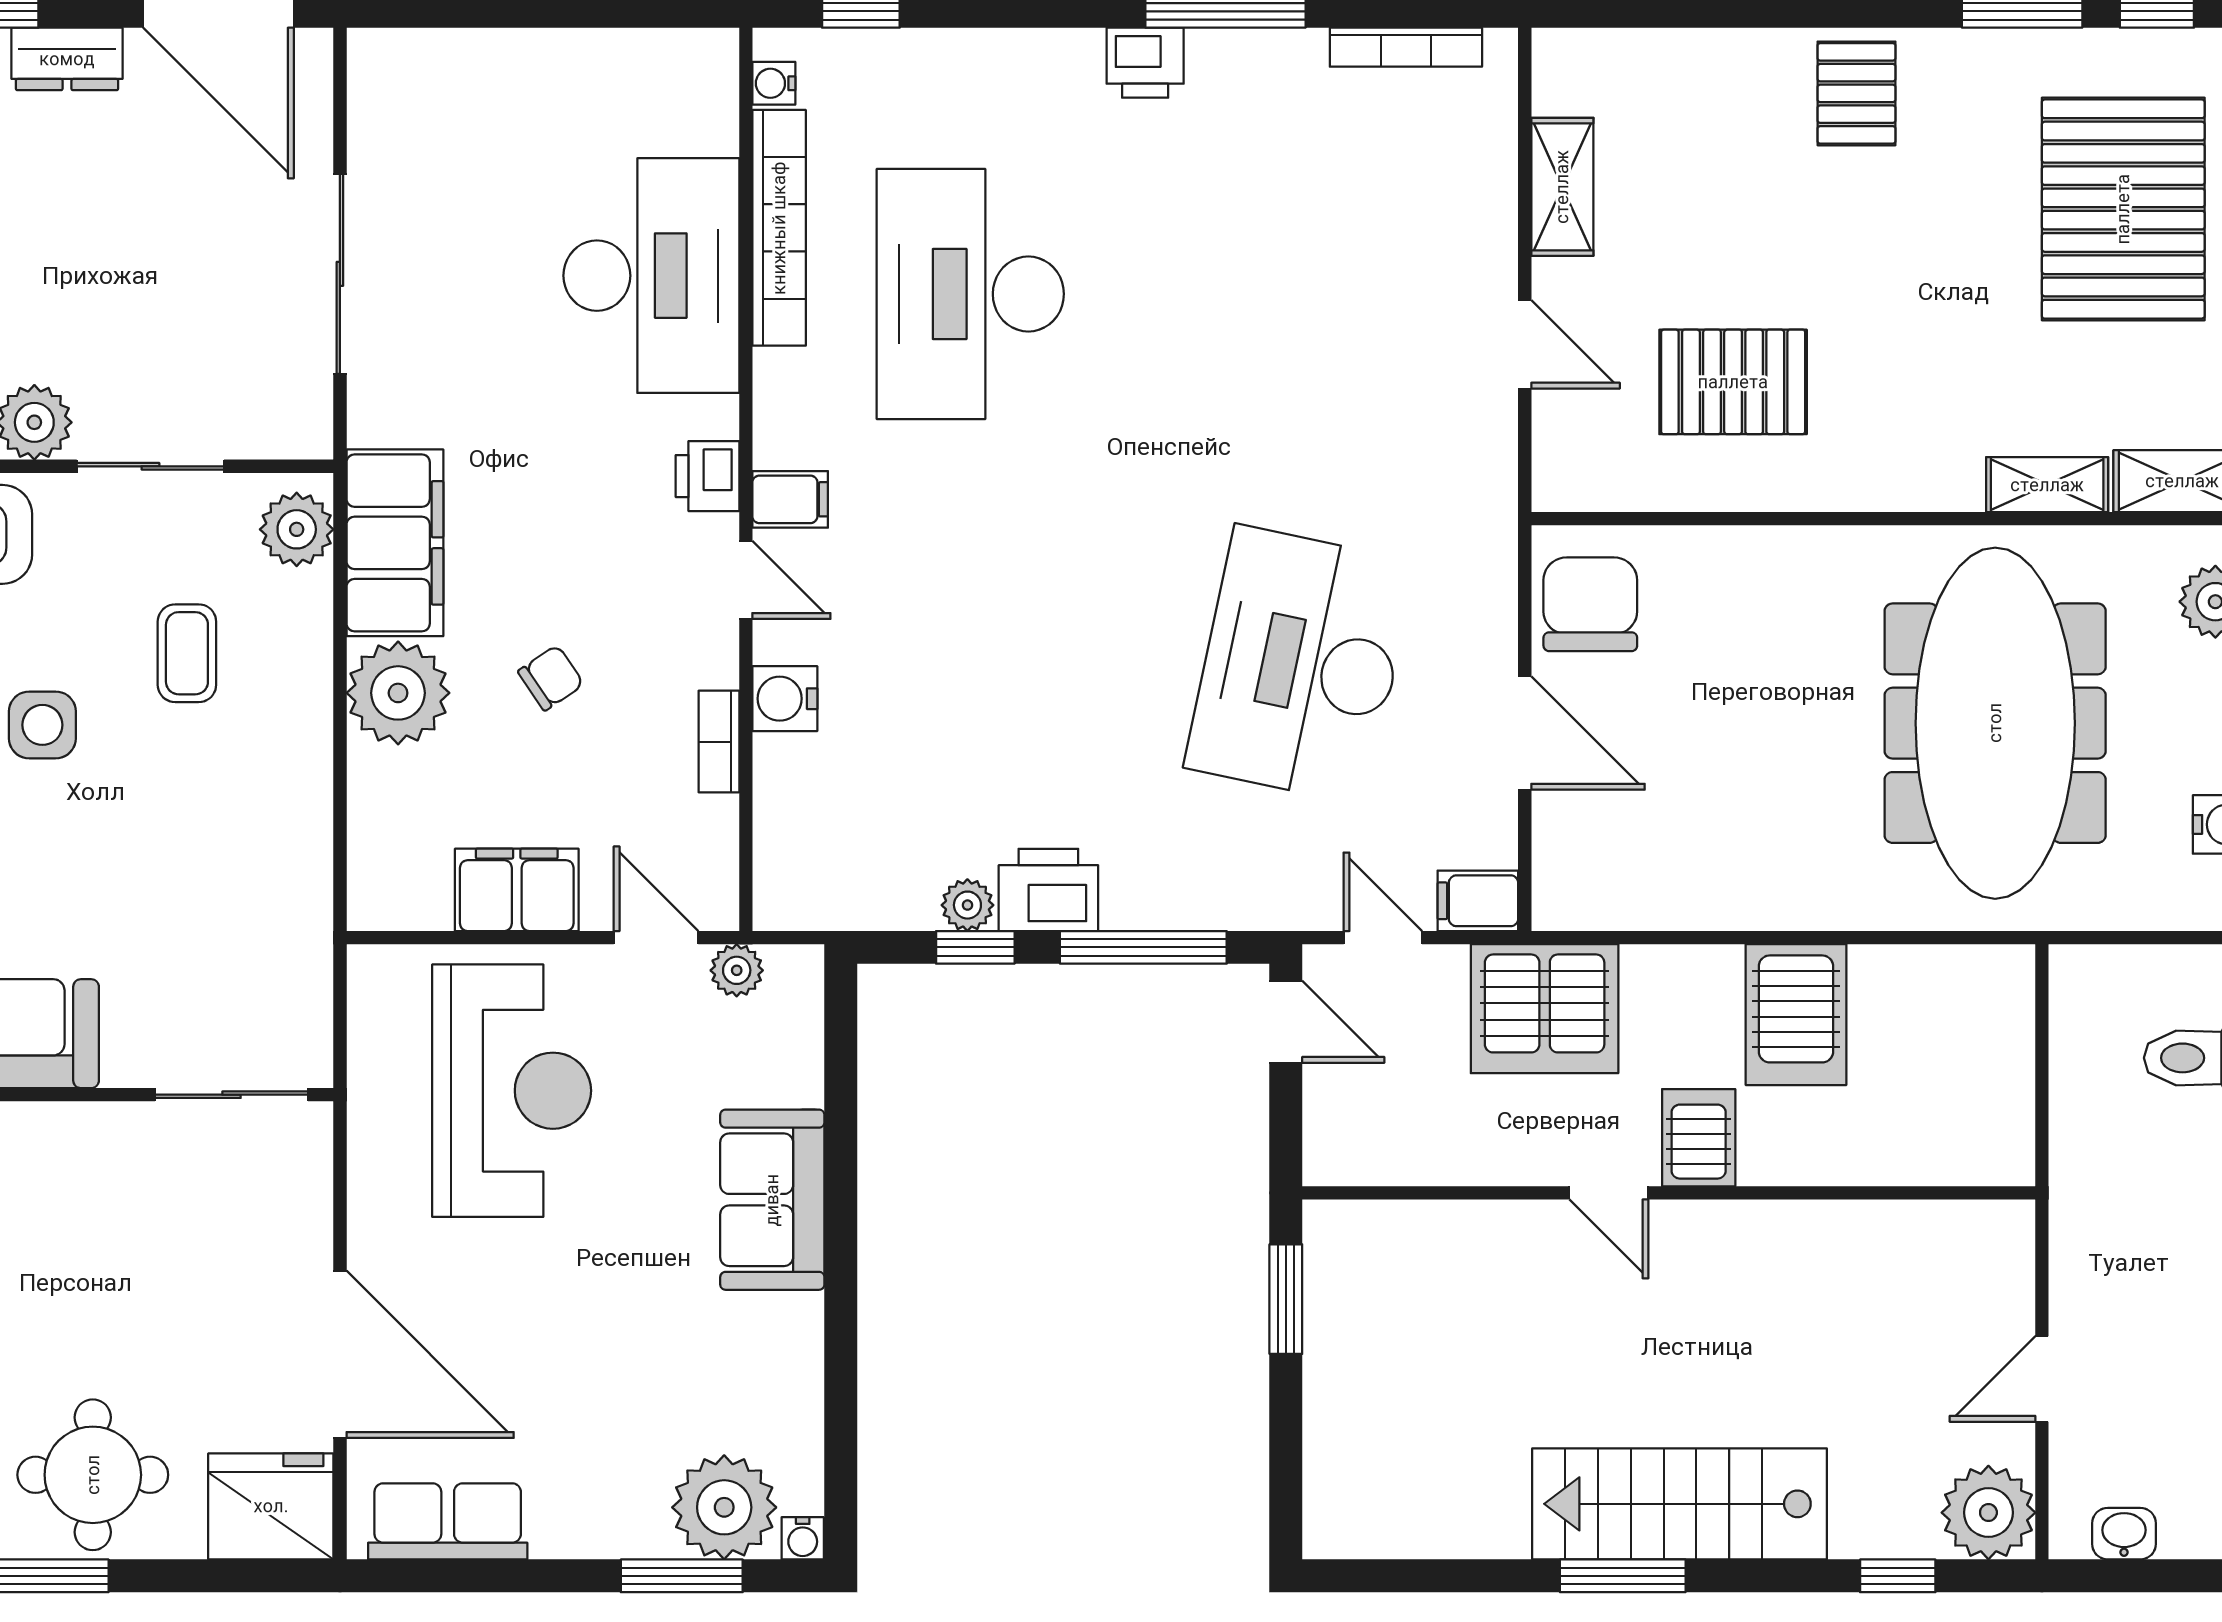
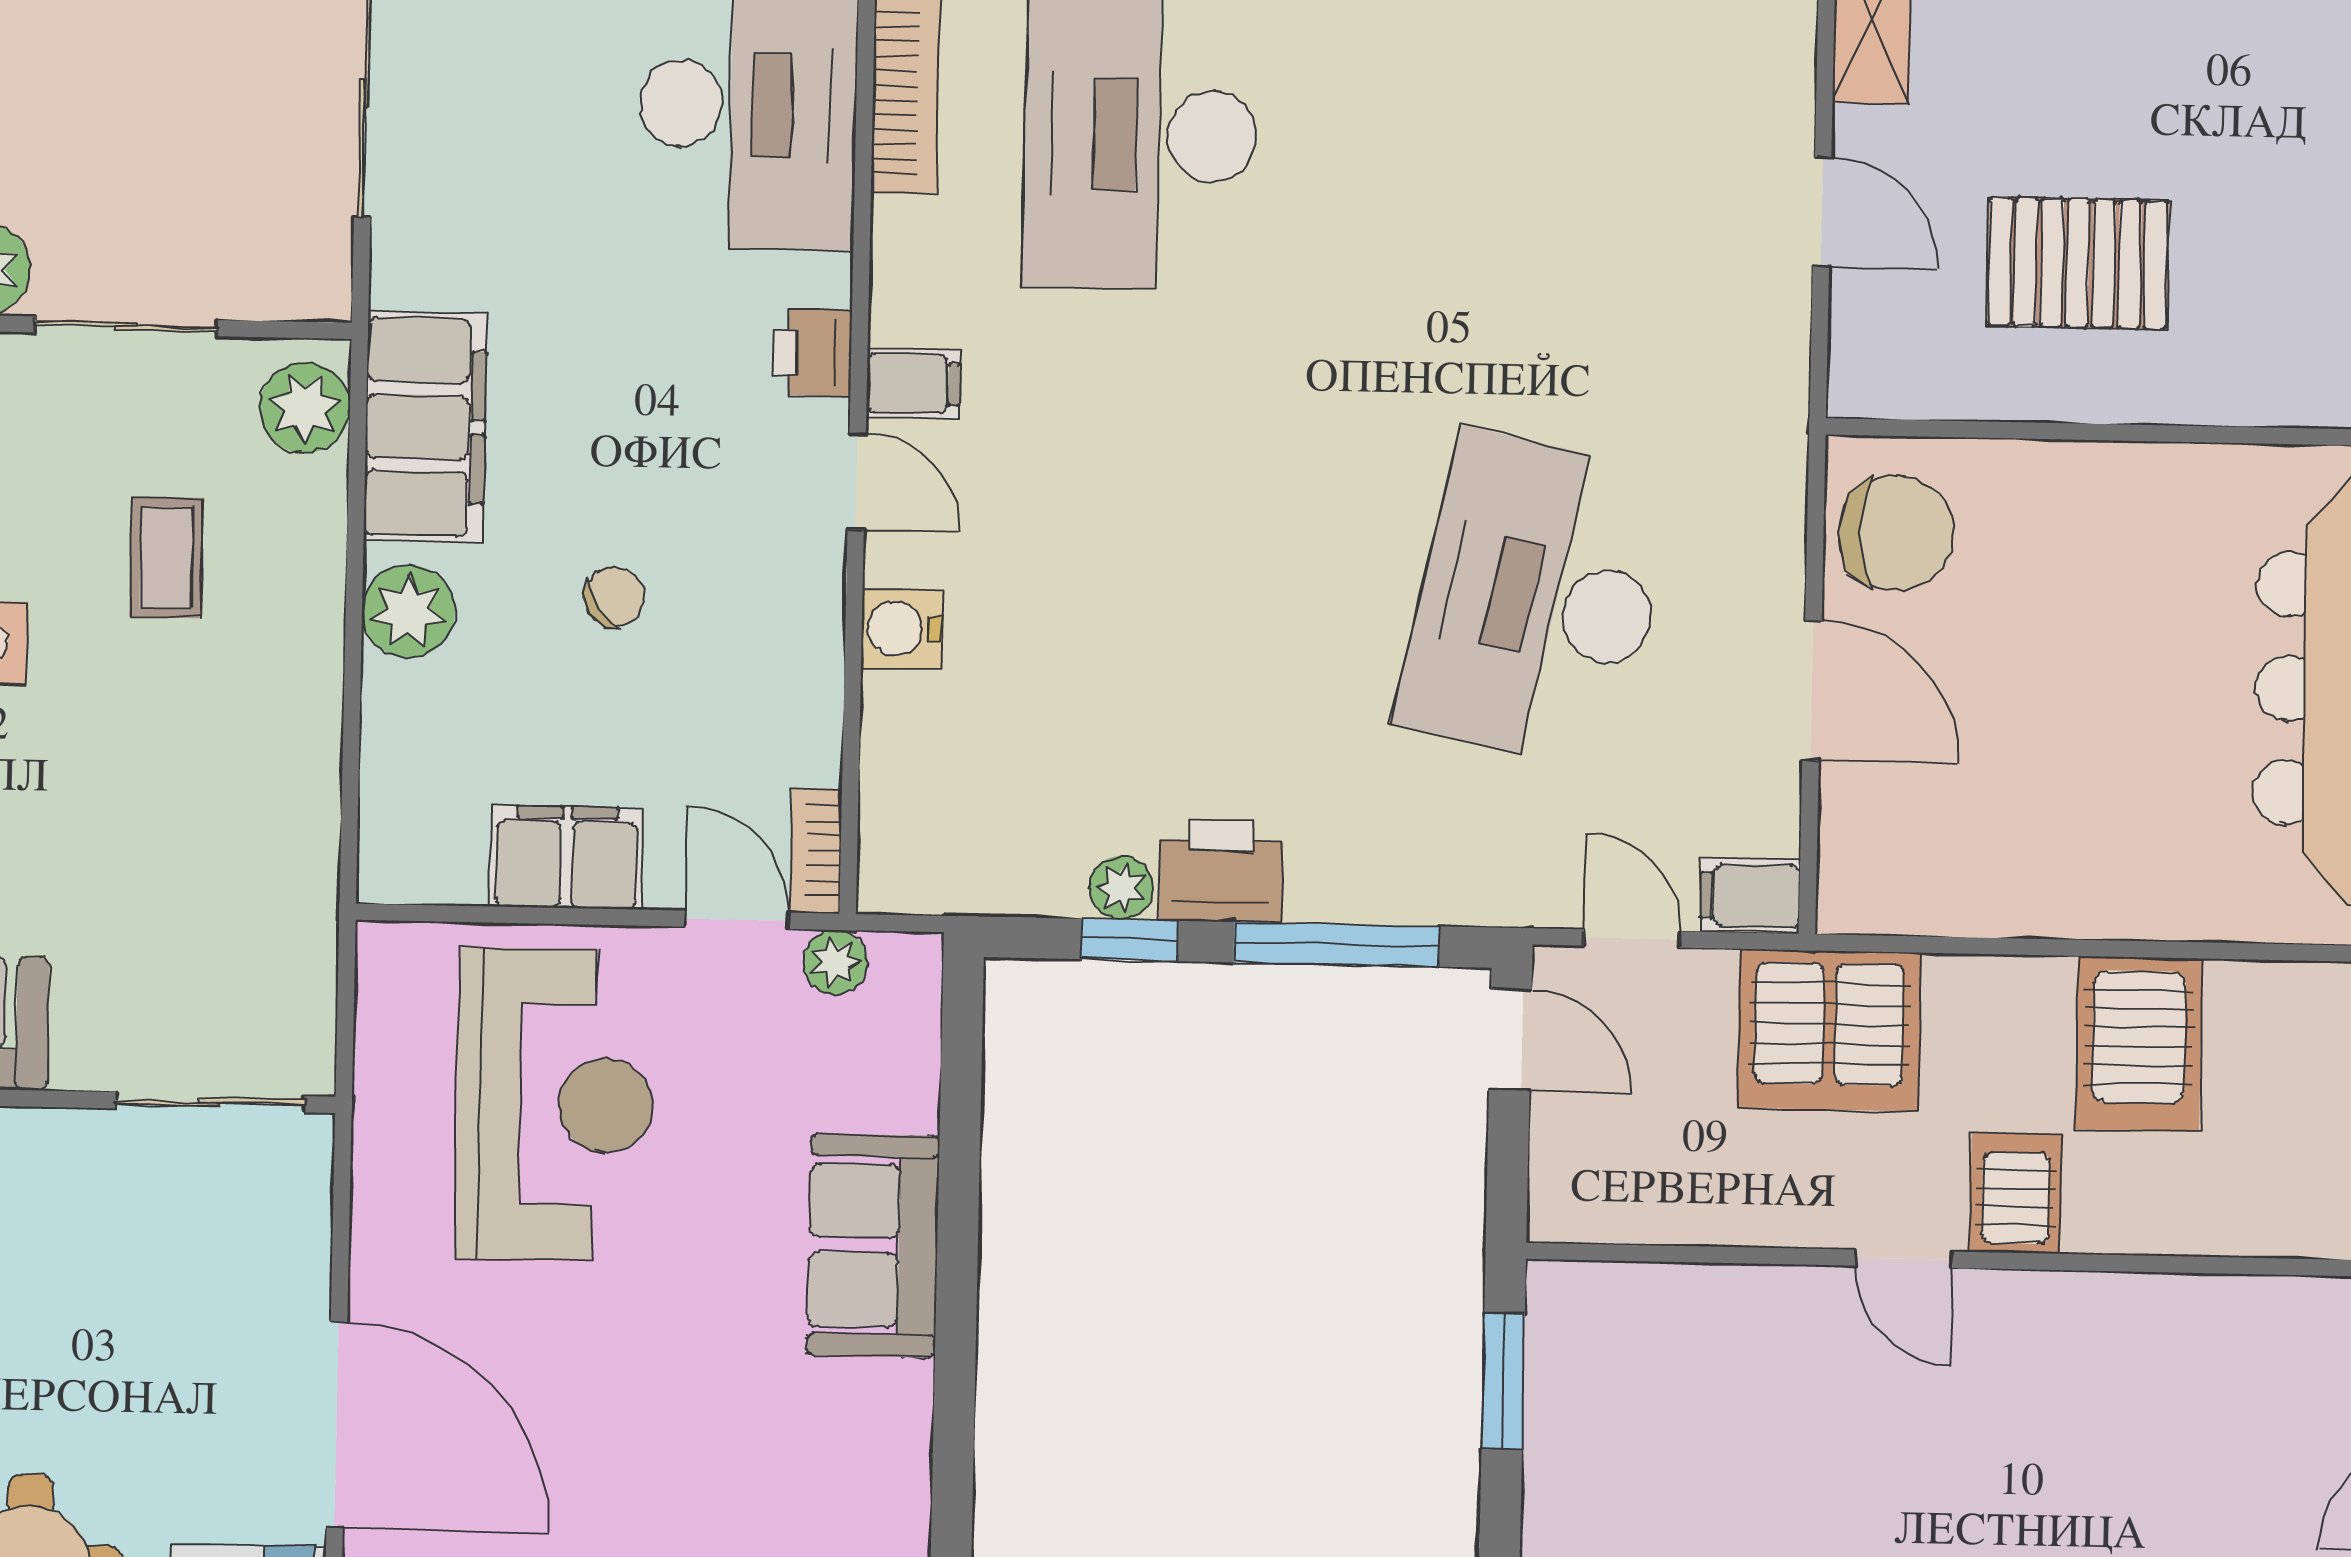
chair: (1590, 604) -> (1896, 533), turned 90
plant: (398, 693) -> (408, 611), width x0.73, depth x0.73
bookcase: (719, 742) -> (816, 851), moved

